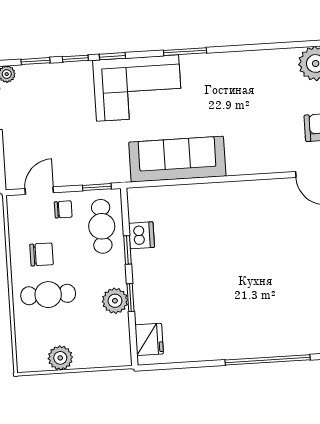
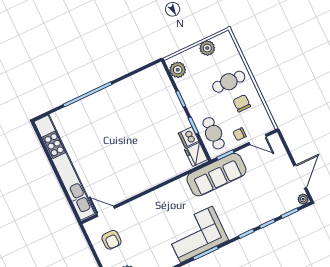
corner sofa: (137, 88) -> (196, 234), moved
sofa: (177, 159) -> (216, 175), moved
door: (39, 191) -> (258, 139), hinge flipped
chair: (41, 254) -> (242, 103), turned 90
plant: (115, 301) -> (178, 70), moved
fridge: (149, 339) -> (196, 154), moved

